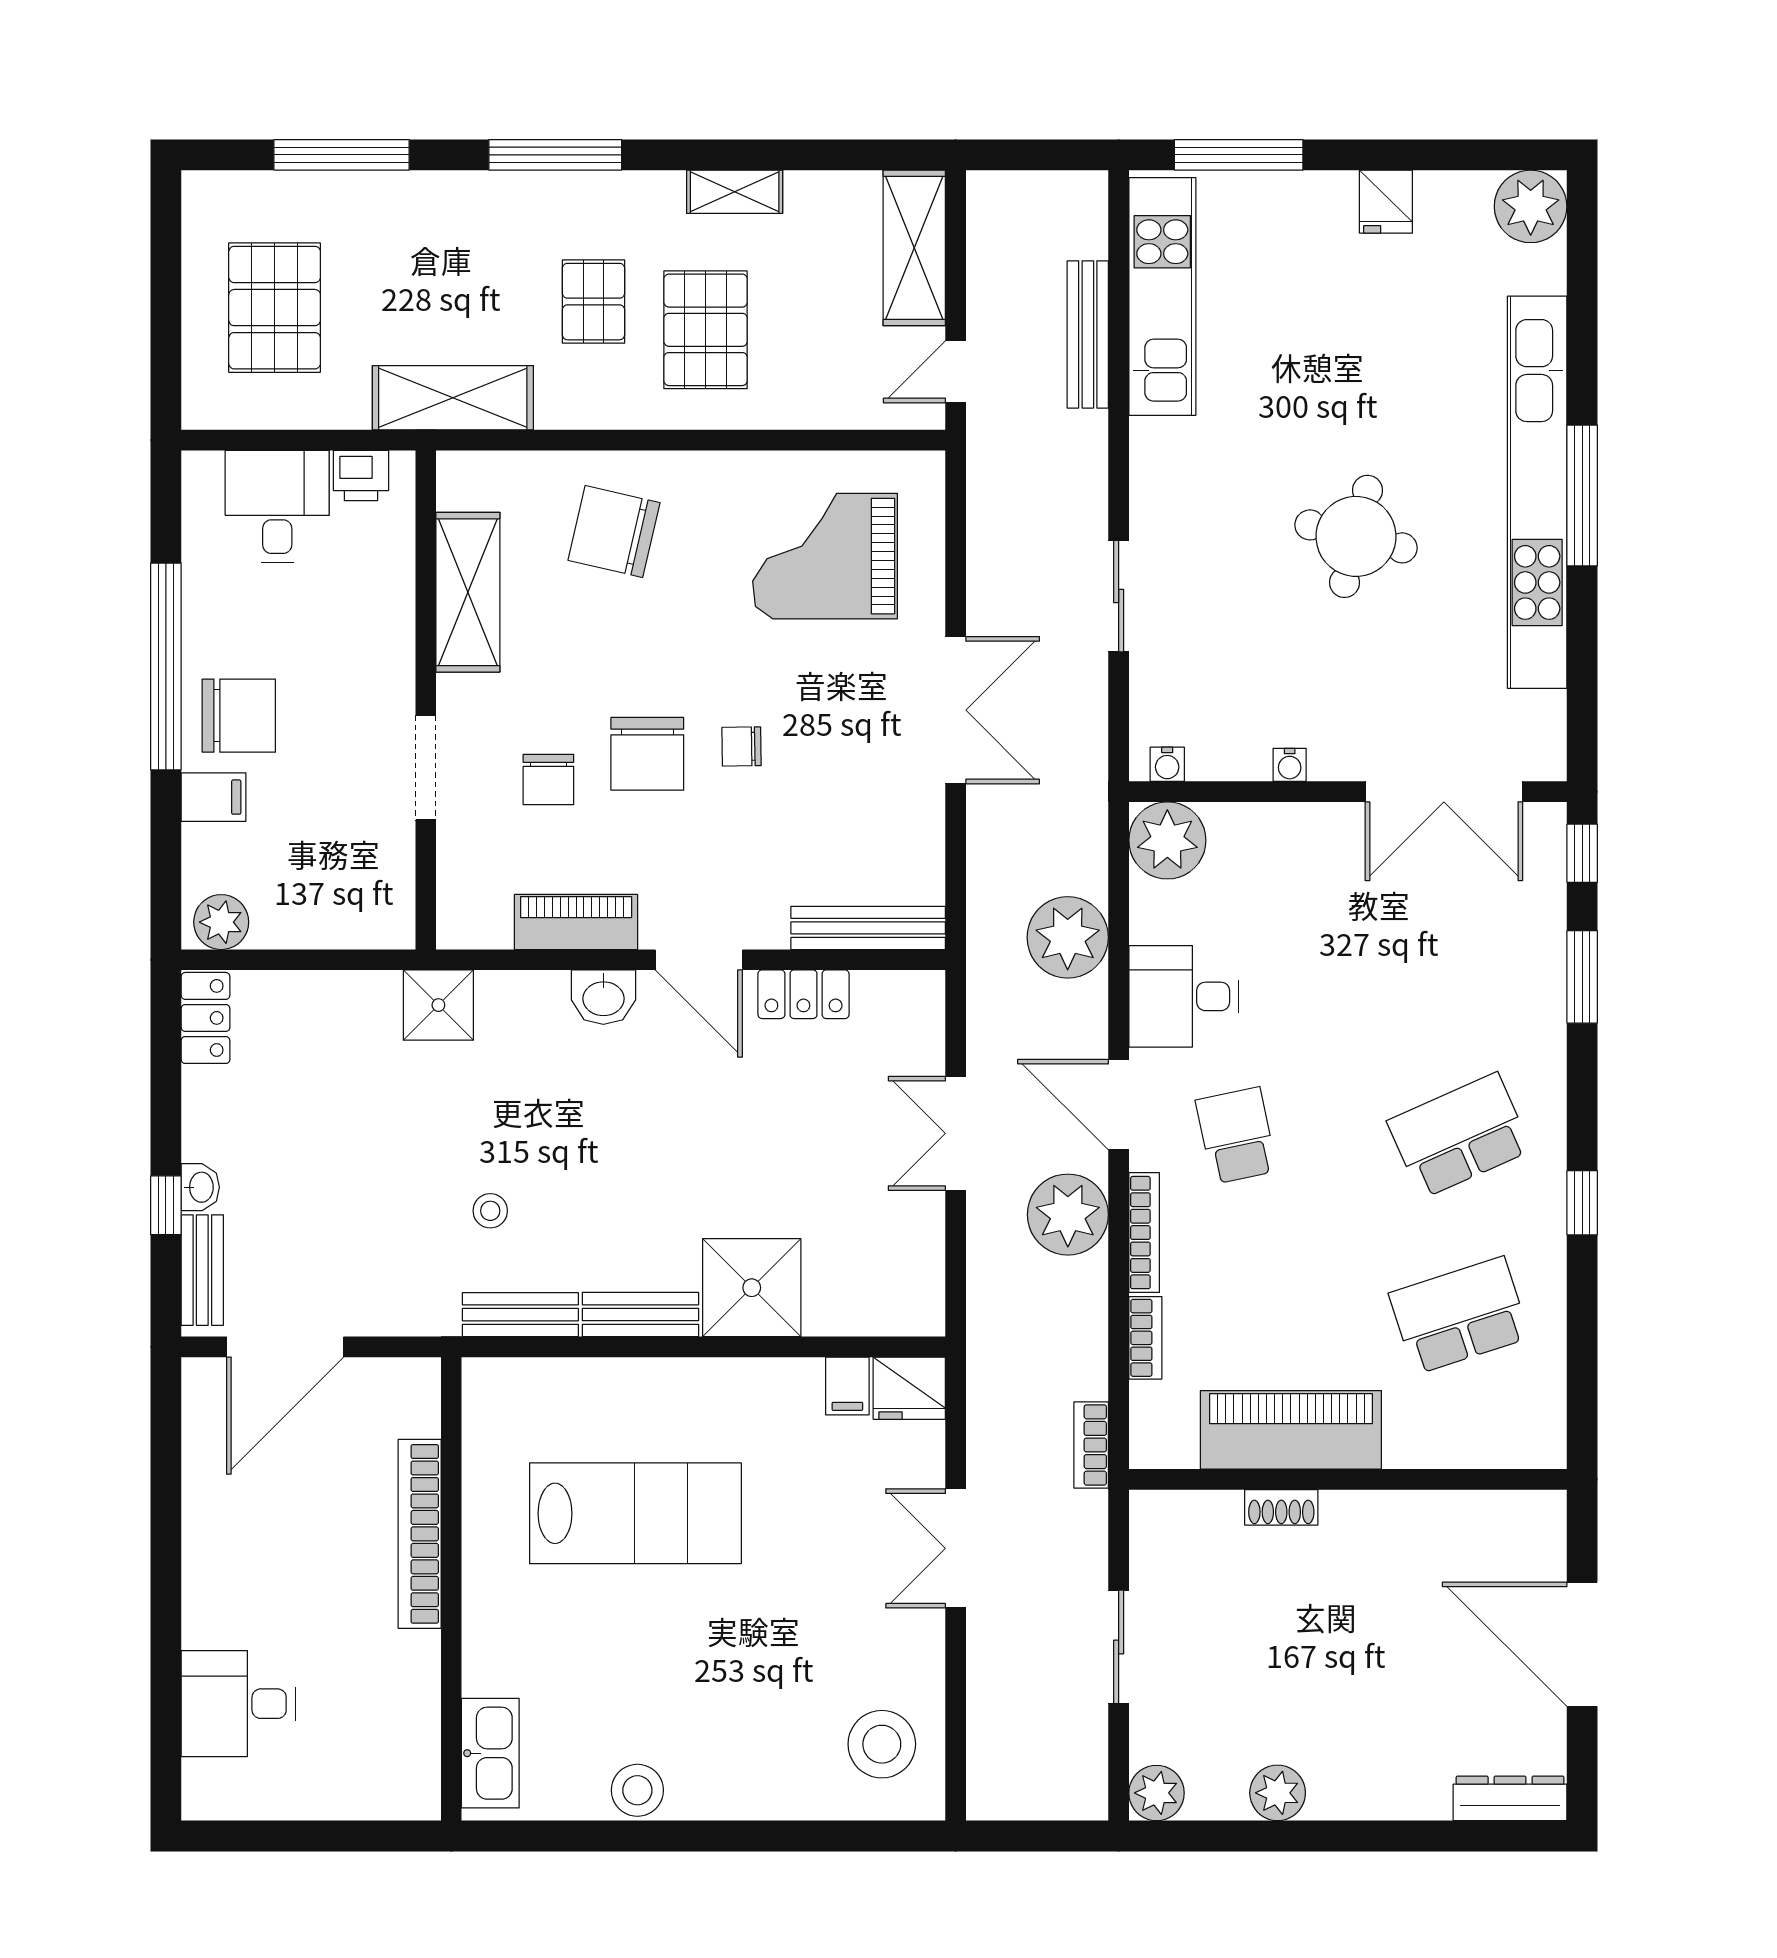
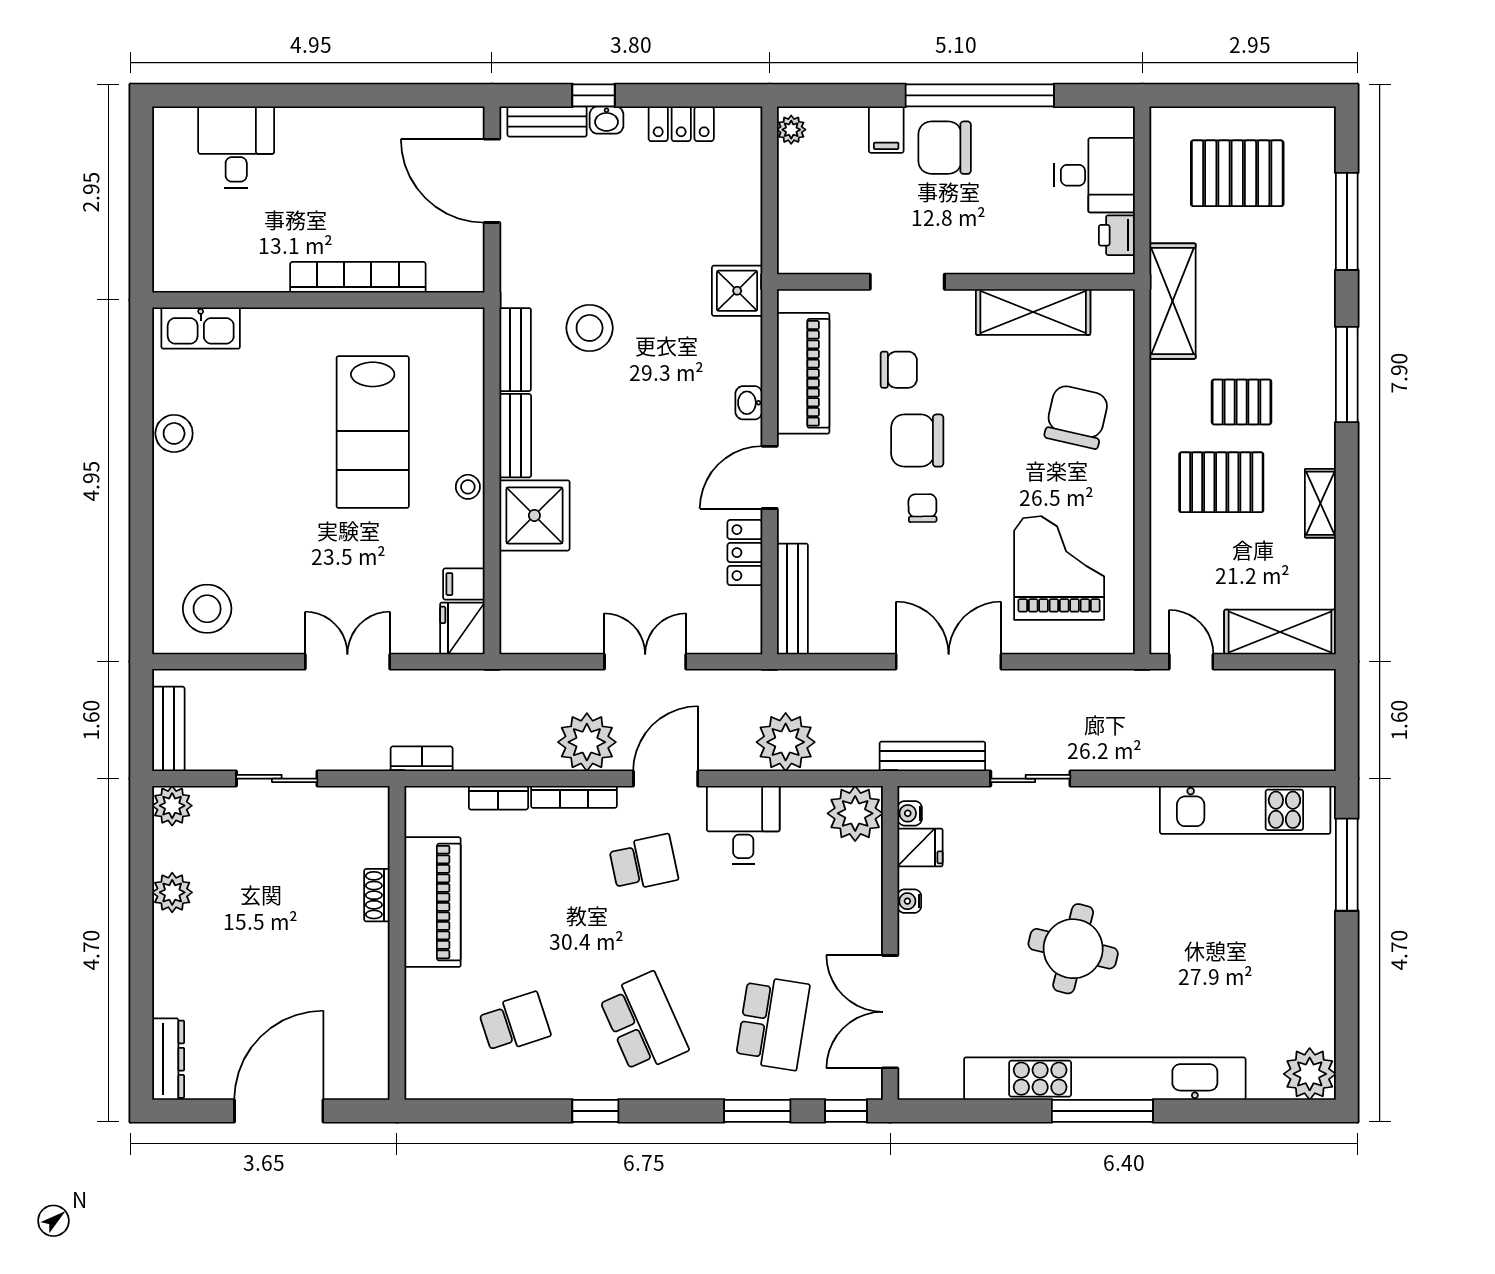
fridge: (1386, 202) -> (920, 848), moved, turned 180
bench: (1088, 334) -> (932, 756), moved
double door: (956, 710) -> (949, 662), swing flipped
chair: (239, 716) -> (945, 148), turned 90
chair: (548, 779) -> (899, 370), turned 180
plant: (221, 922) -> (791, 130), width x0.73, depth x0.73
piano: (576, 922) -> (803, 373), width x1.37, depth x1.33
school desk: (1459, 956) -> (773, 1023), added
washbasin: (603, 997) -> (749, 403), width x0.72, depth x0.69
locker: (206, 1018) -> (681, 124), moved
stool: (490, 1211) -> (590, 328), width x1.89, depth x1.89
school desk: (1459, 1315) -> (515, 1023), width x0.54
stool: (712, 1380) -> (468, 487), added
bench: (1049, 1798) -> (168, 729), added

